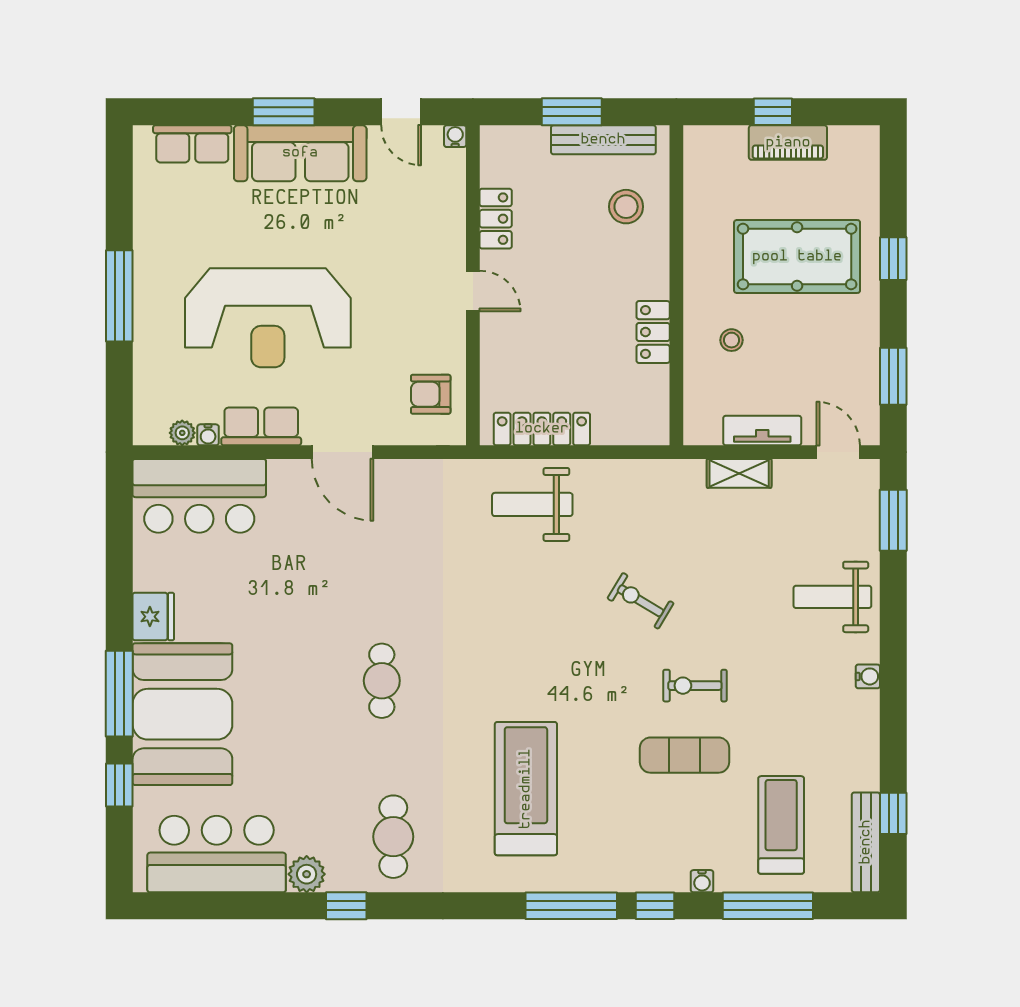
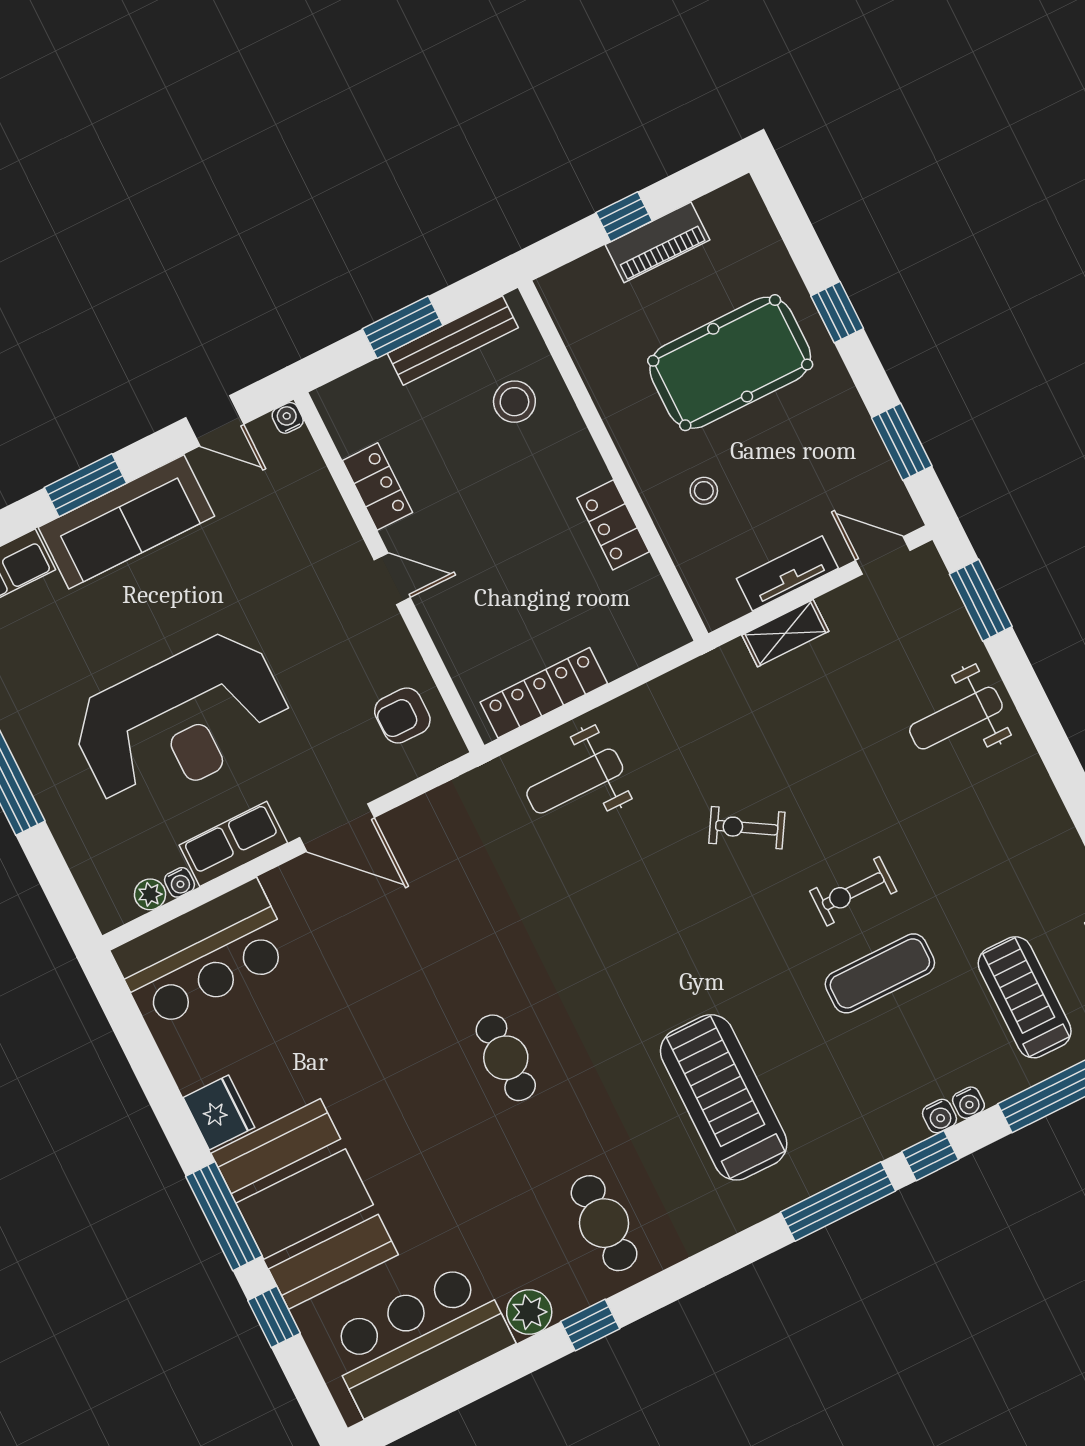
water cooler: (868, 676) -> (939, 1116), moved, turned 90

